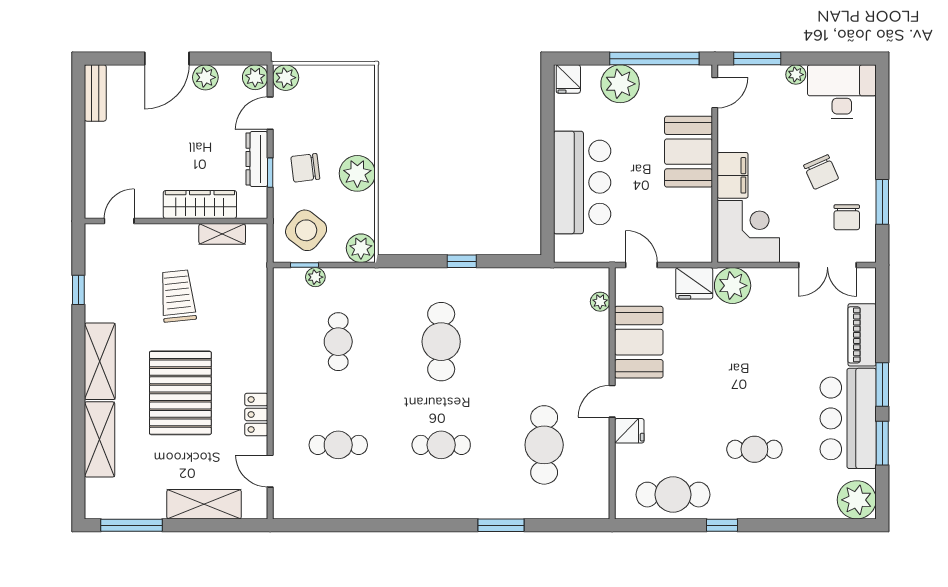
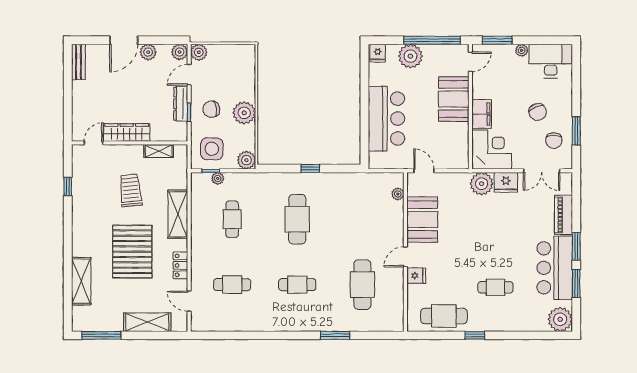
wardrobe: (200, 204) -> (127, 132), moved
side table: (306, 230) -> (212, 149), turned -37
fridge: (694, 283) -> (506, 182), moved
shelving: (100, 361) -> (178, 214), moved

